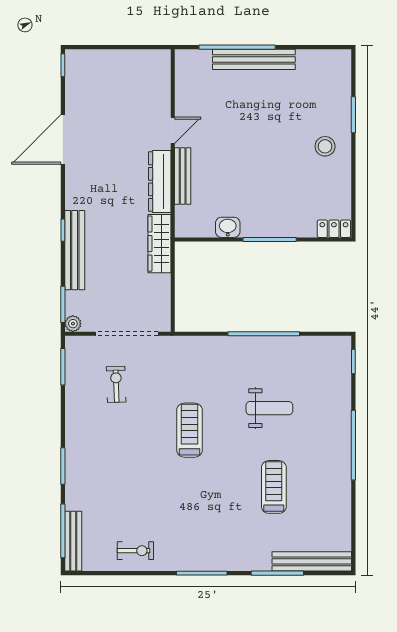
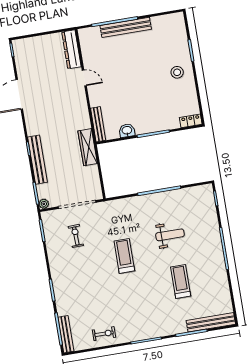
door: (173, 130) -> (84, 78), hinge flipped
bench: (183, 176) -> (98, 124), moved
dresser: (160, 182) -> (71, 49), moved

